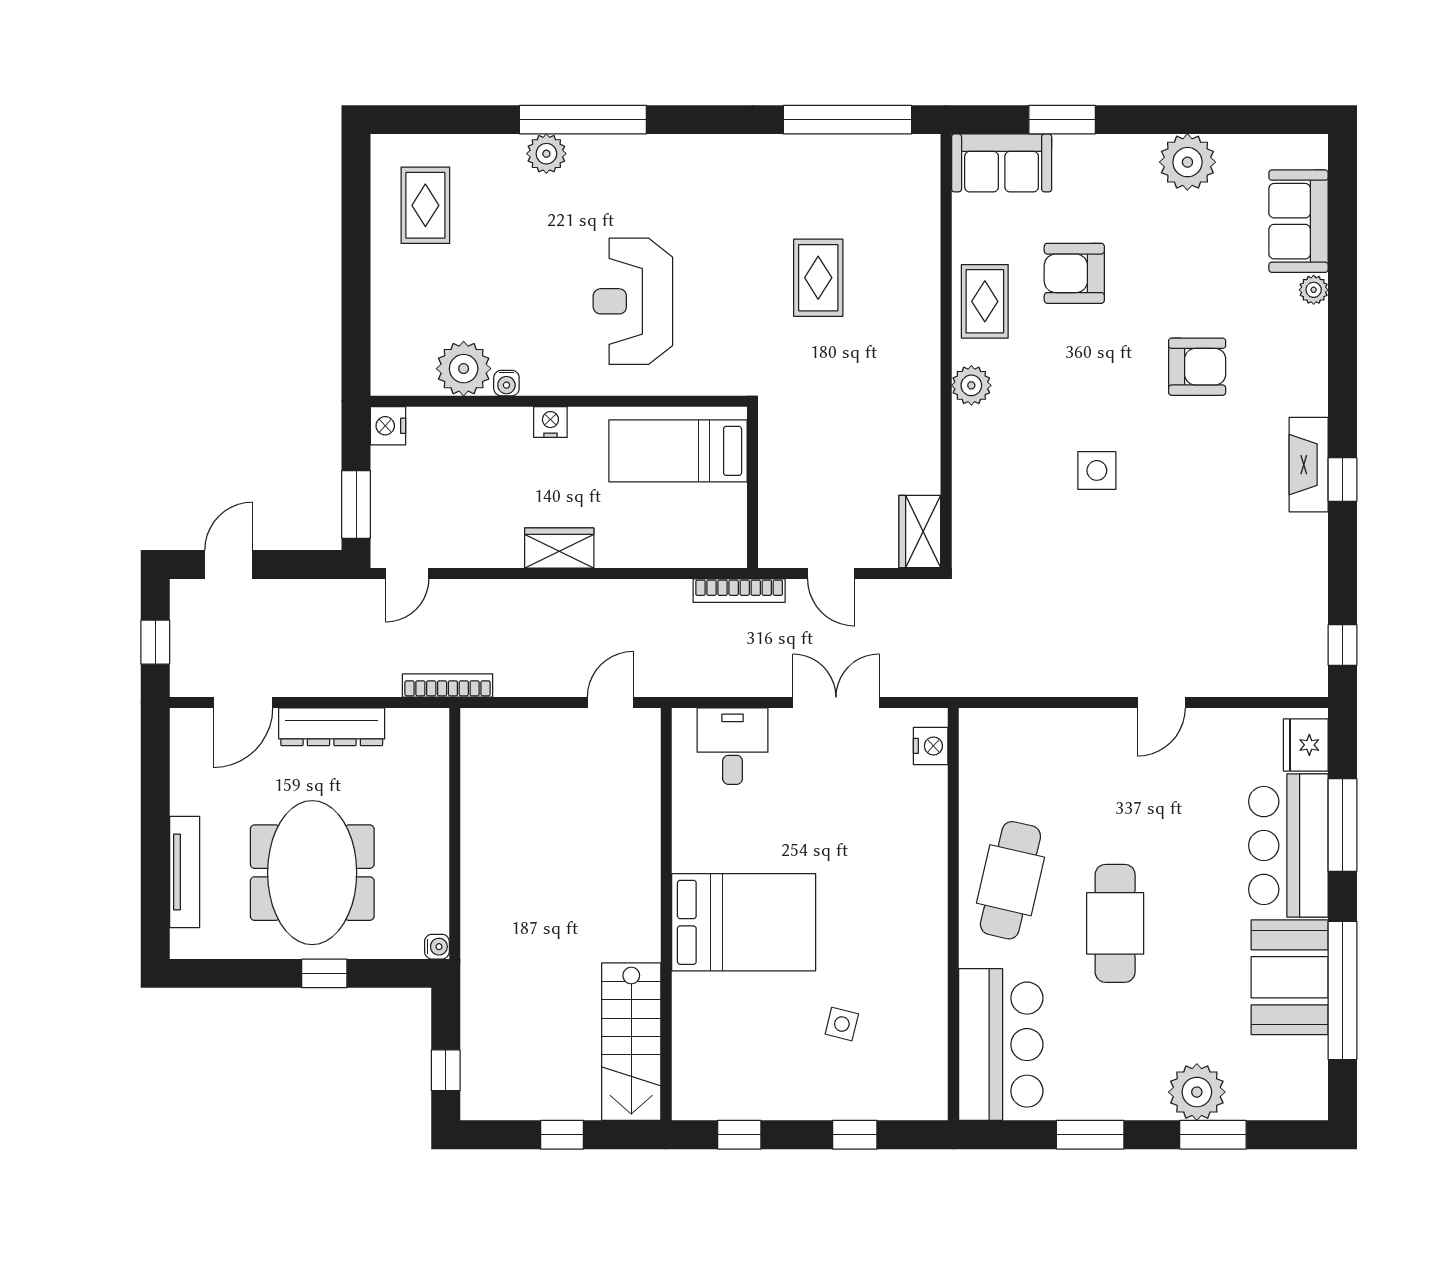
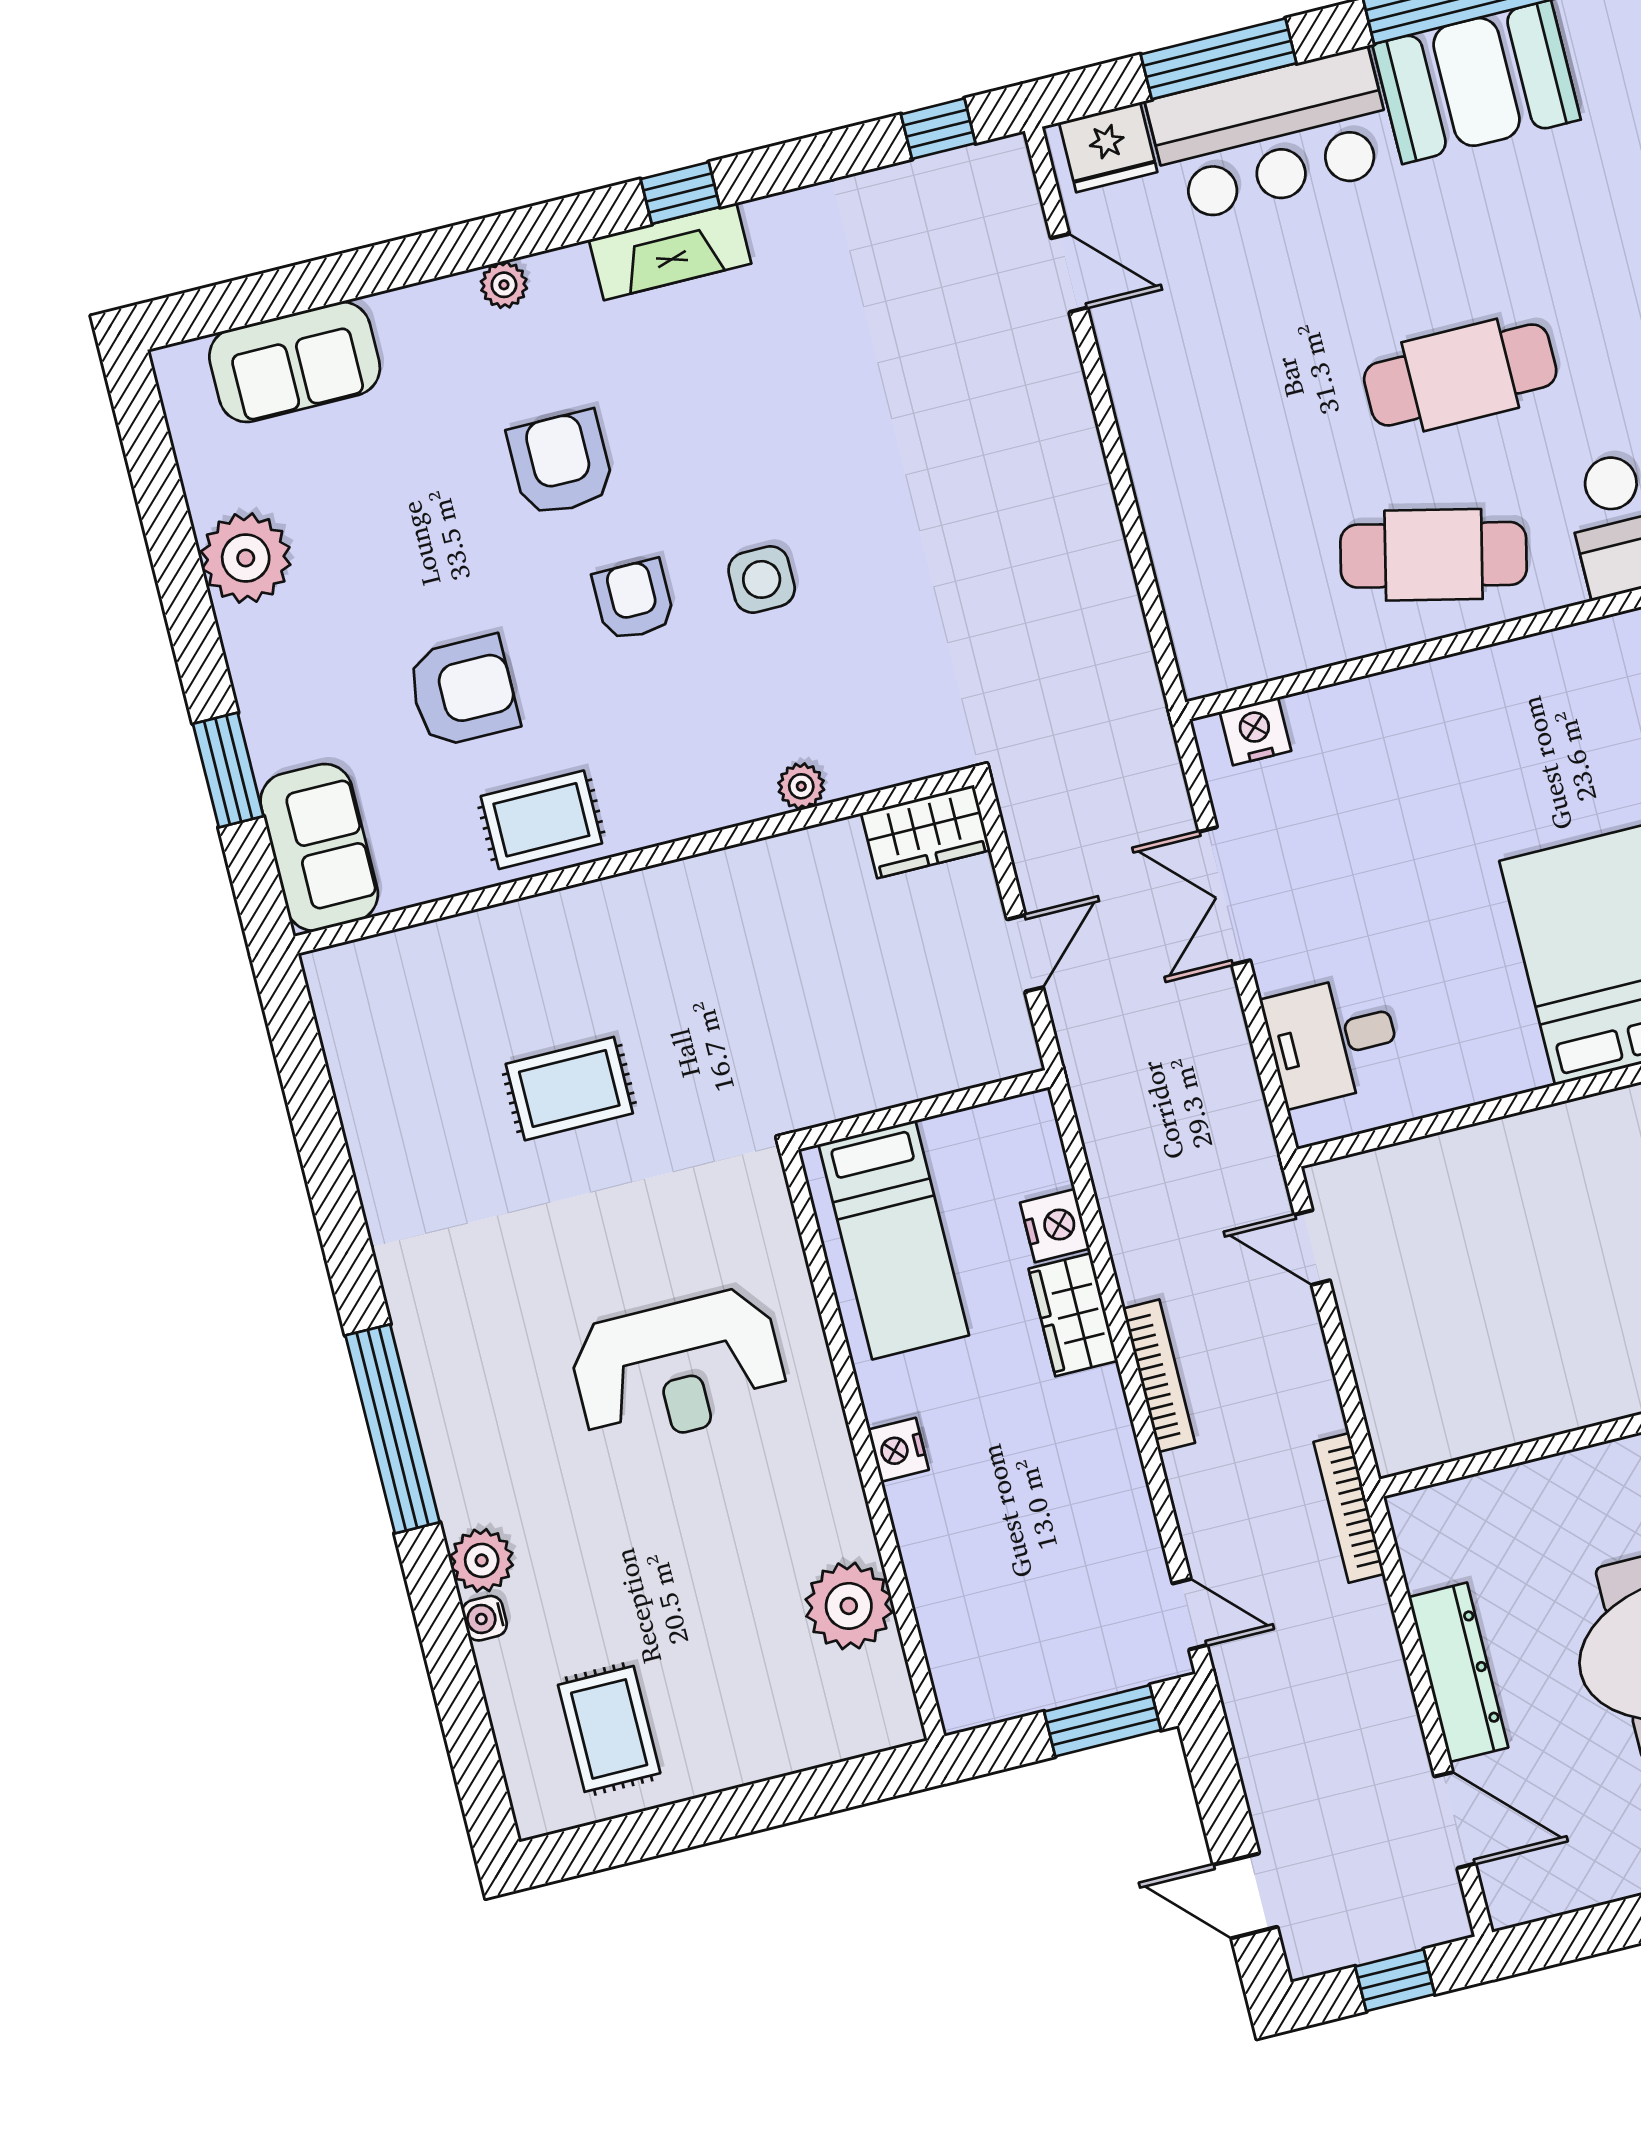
window: (583, 120) -> (392, 1429), moved
window: (847, 120) -> (312, 1104), removed
rug: (425, 205) -> (609, 1729), turned 90
armchair: (1074, 273) -> (463, 691), turned -90
plant: (1314, 290) -> (504, 285), moved
water cooler: (506, 383) -> (485, 1618), moved, turned 180
plant: (971, 385) -> (801, 786), moved, width x0.73, depth x0.73
armchair: (1104, 390) -> (634, 600), added
nightstand: (388, 426) -> (1055, 1226), moved, turned -90
wardrobe: (559, 548) -> (1073, 1315), moved
bookcase: (739, 591) -> (1159, 1376), moved
door: (1161, 703) -> (1069, 273), moved

